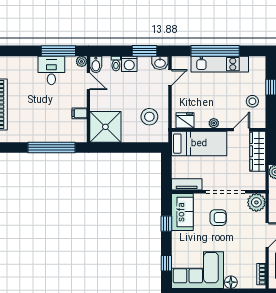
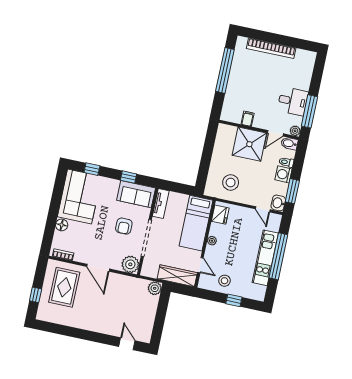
shower: (105, 127) -> (249, 144), moved
window: (52, 147) -> (225, 70), moved

